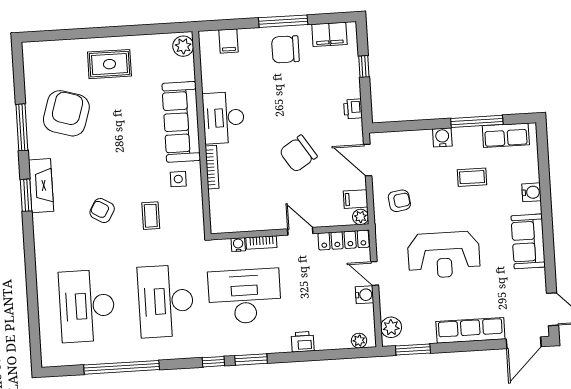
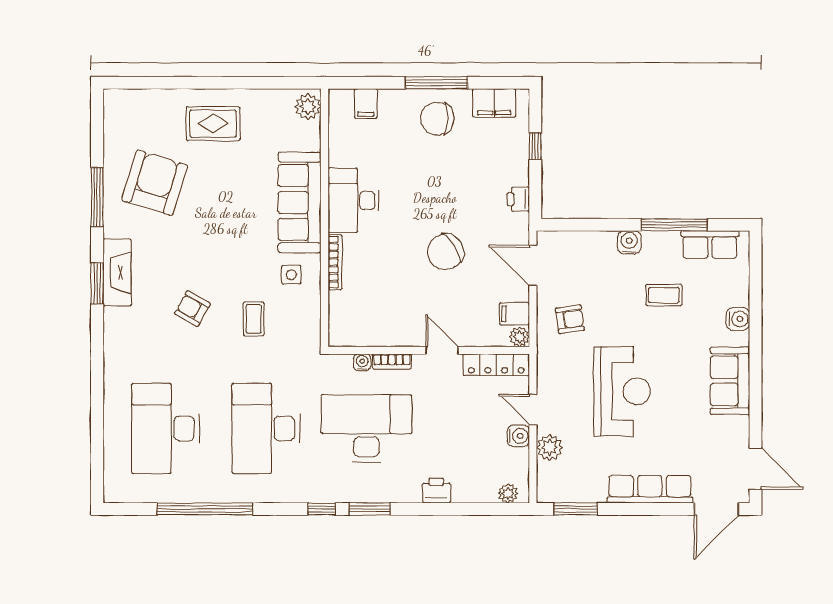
reception desk: (444, 255) -> (622, 391), turned -90
plant: (391, 327) -> (550, 447), moved

